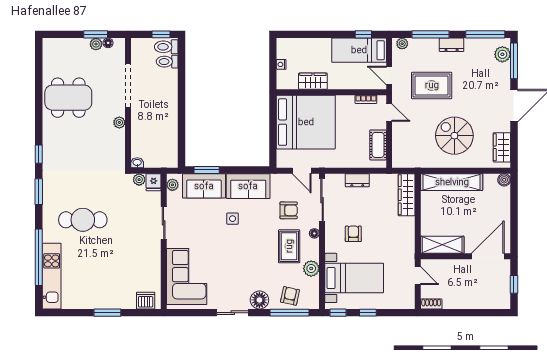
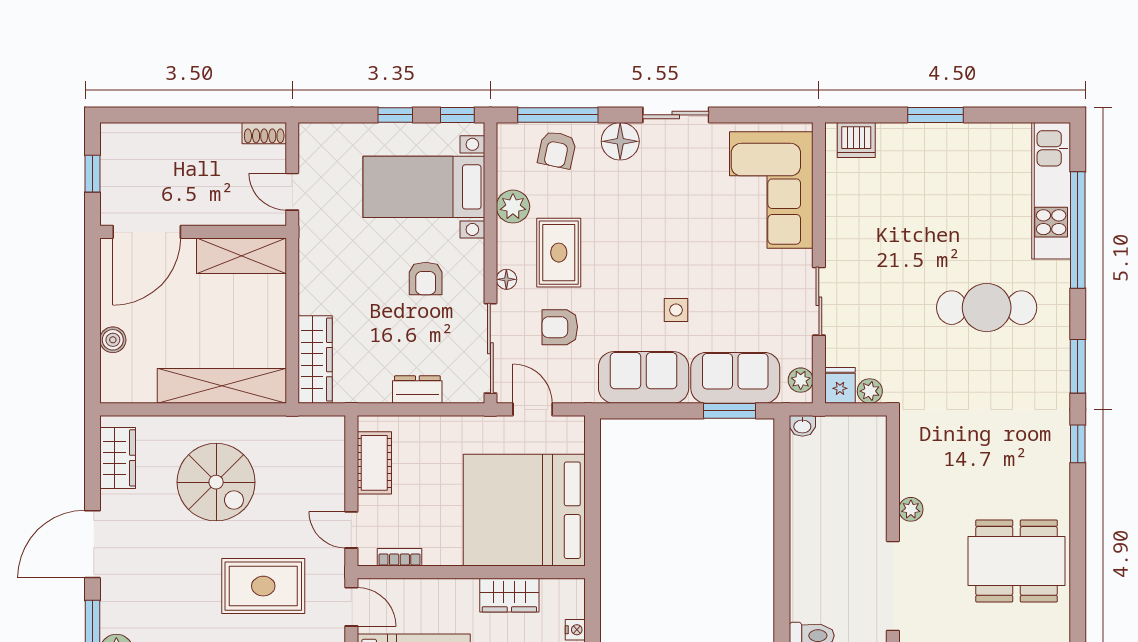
washbasin: (137, 163) -> (802, 426), moved
boiler: (504, 180) -> (113, 340), moved

